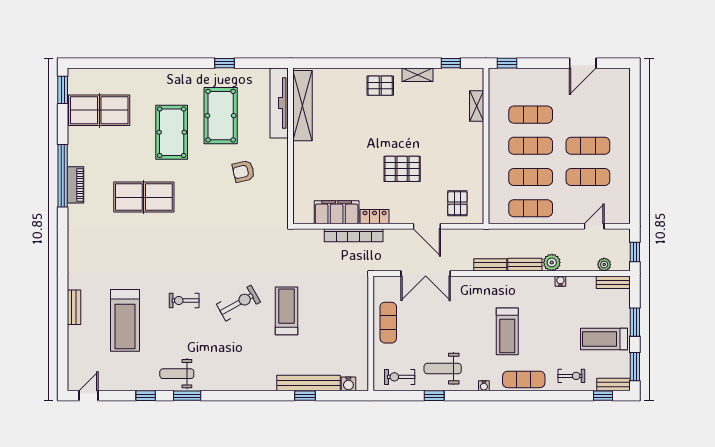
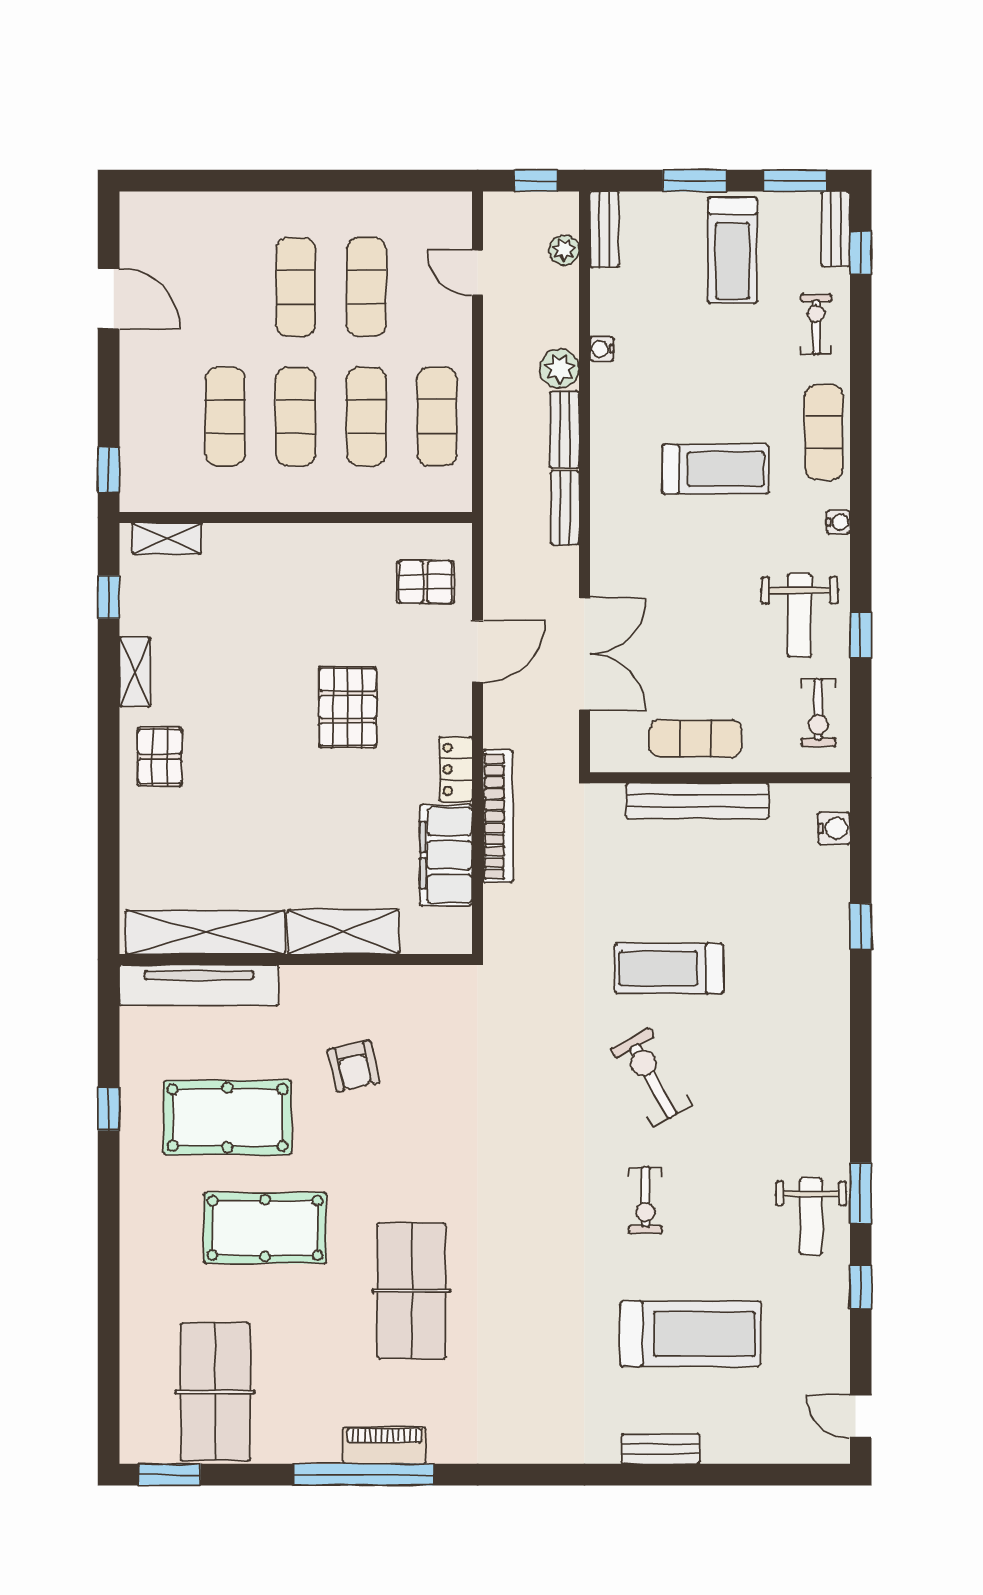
shelving: (477, 106) -> (167, 538), moved
shelving: (303, 167) -> (343, 932), added
bench: (309, 383) -> (697, 801), moved, turned 90

